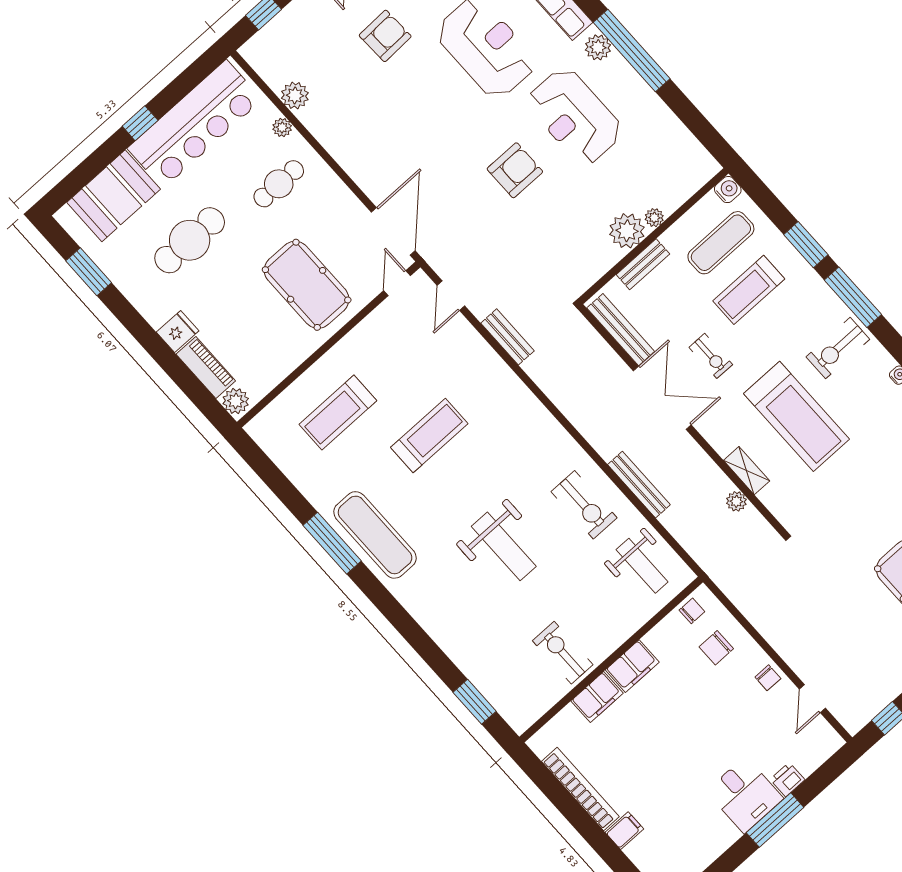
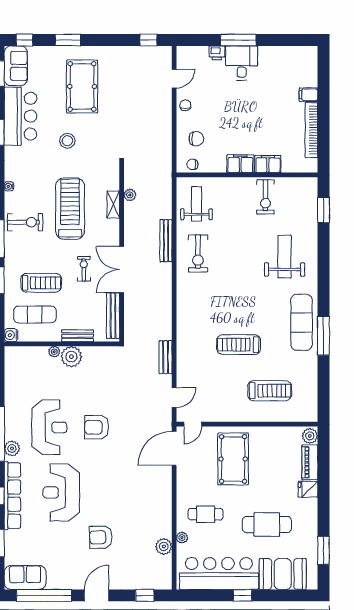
stool: (877, 499) -> (67, 141), added
exercise bike: (584, 505) -> (198, 253), turned 180
weight bench: (504, 546) -> (285, 257), moved

